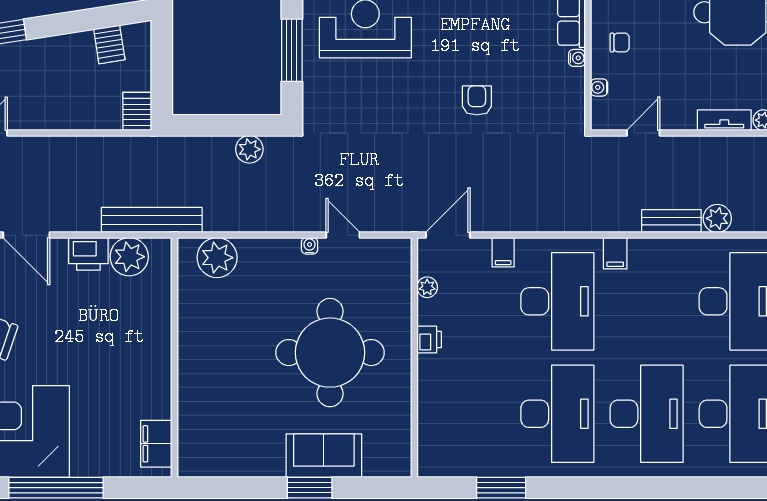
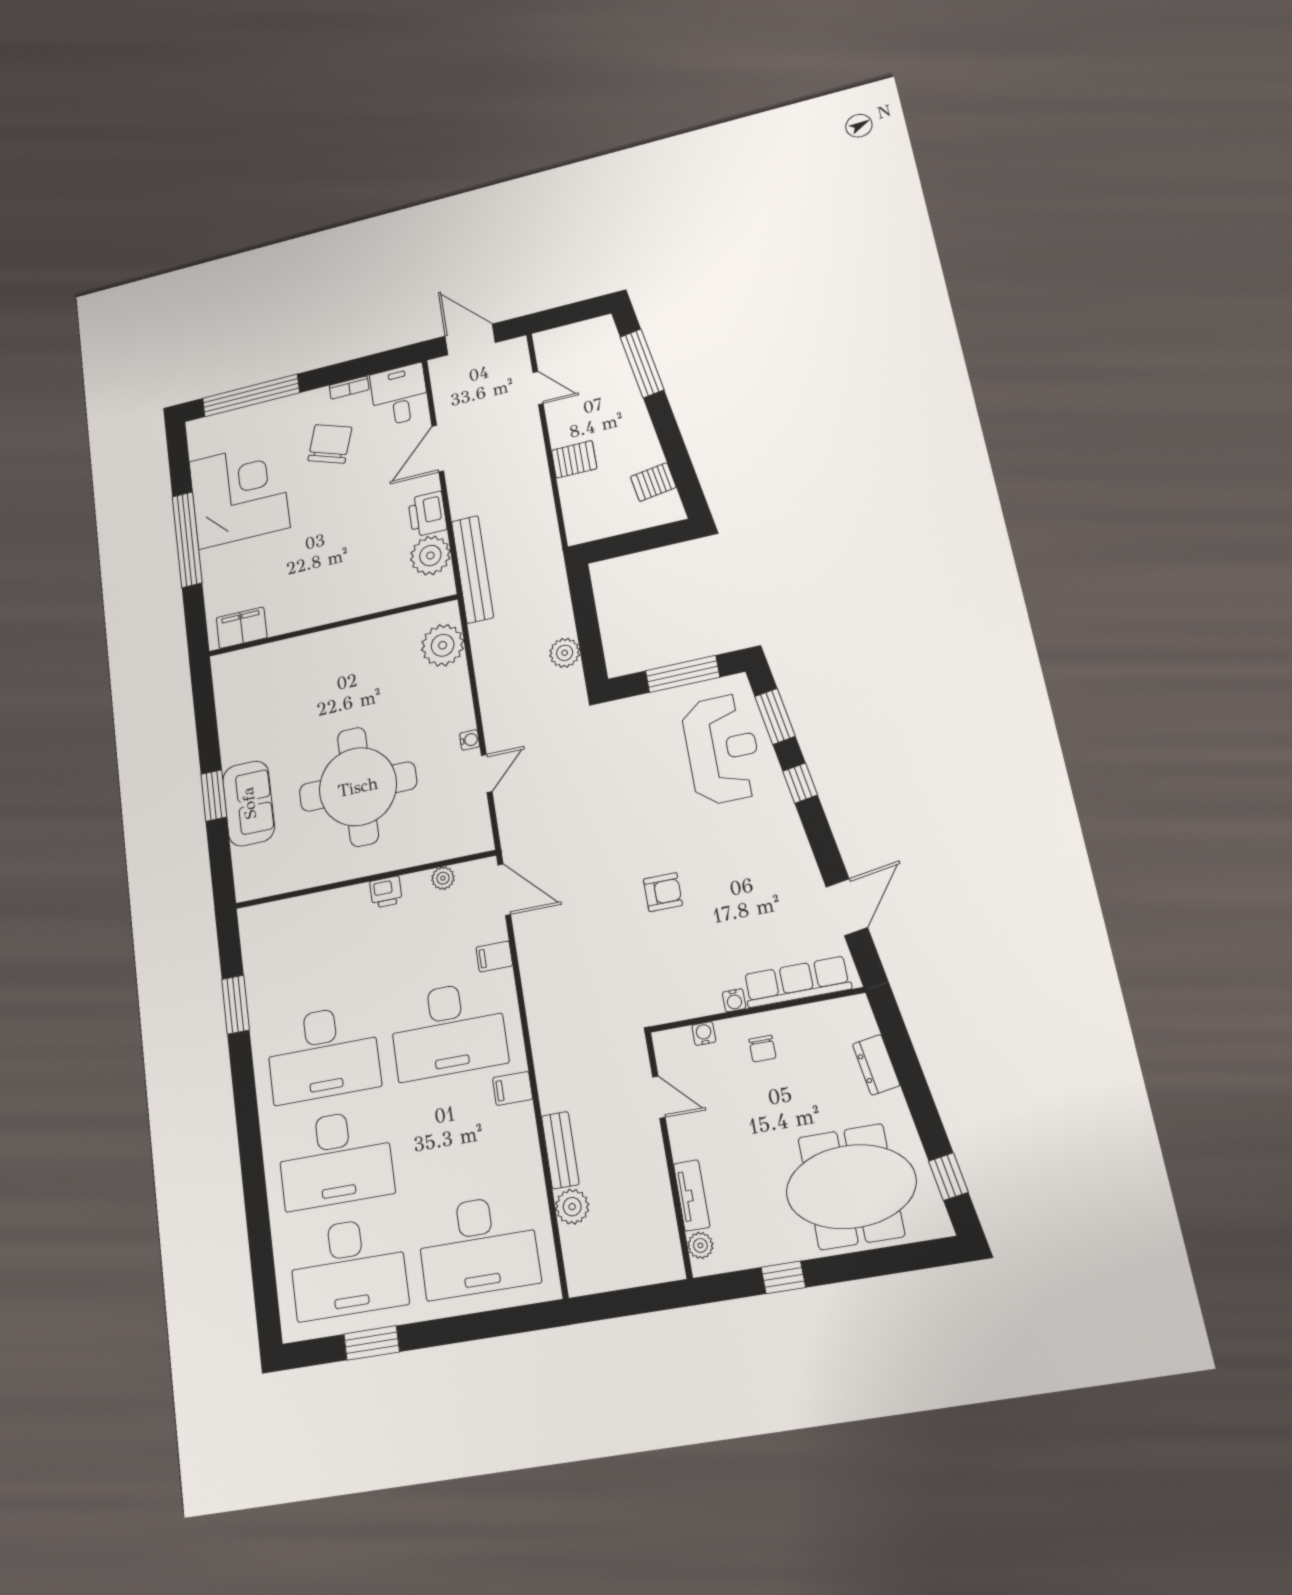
server rack: (137, 111) -> (574, 459), moved

